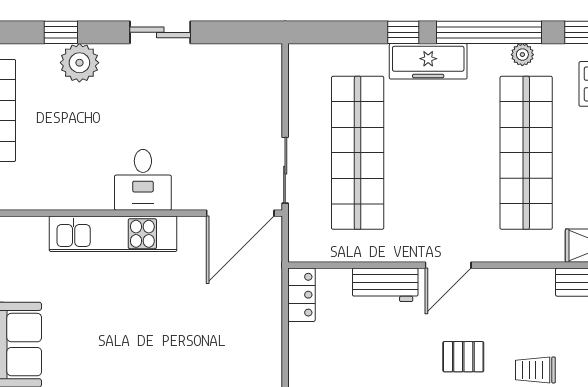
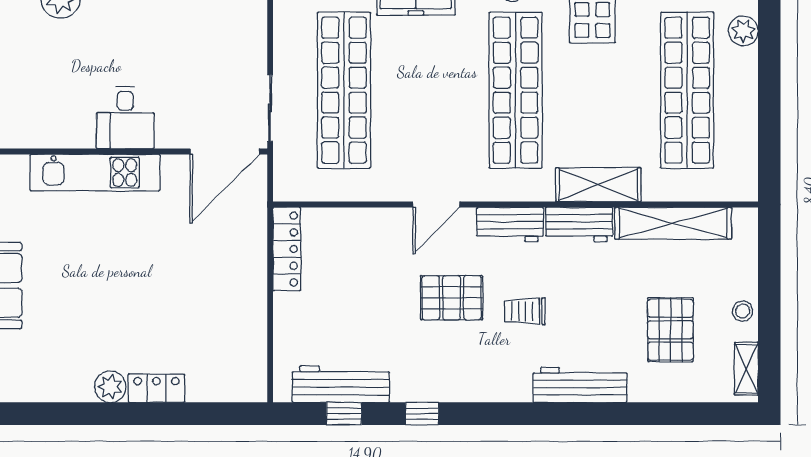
workbench: (385, 285) -> (510, 224), moved
locker: (302, 295) -> (287, 249), width x1.53
pallet: (463, 357) -> (452, 298), width x1.50, depth x1.42

